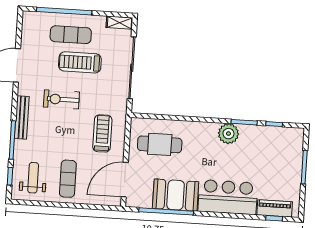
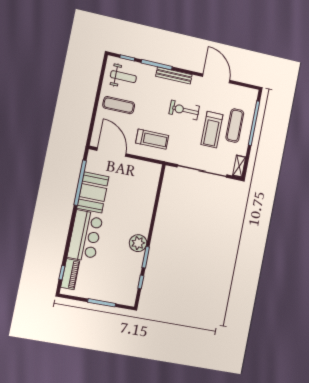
treadmill: (80, 62) -> (212, 130), turned 180
exercise bike: (61, 99) -> (184, 110), turned -90
cafe table: (160, 144) -> (137, 185), removed

